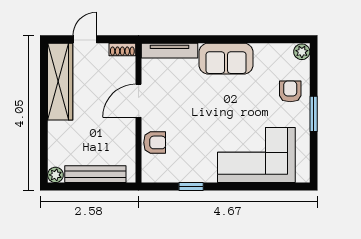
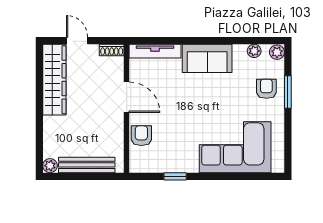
door: (85, 39) -> (77, 41), hinge flipped
plant: (277, 50) -> (254, 51), added
door: (139, 101) -> (127, 97), swing flipped
window: (314, 114) -> (288, 92), moved
armchair: (155, 142) -> (141, 136), turned -90

